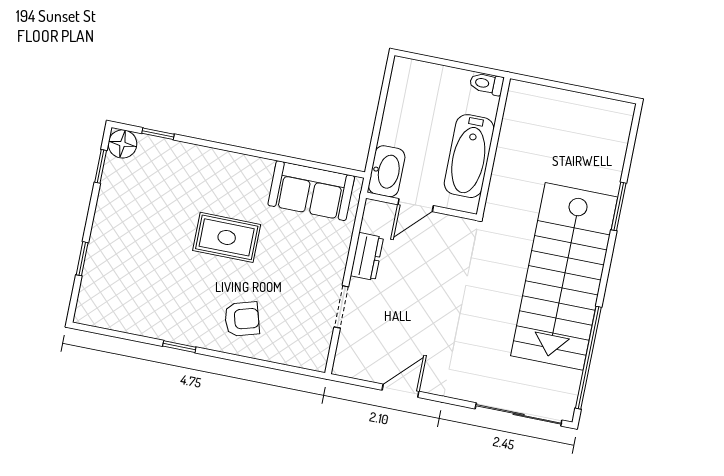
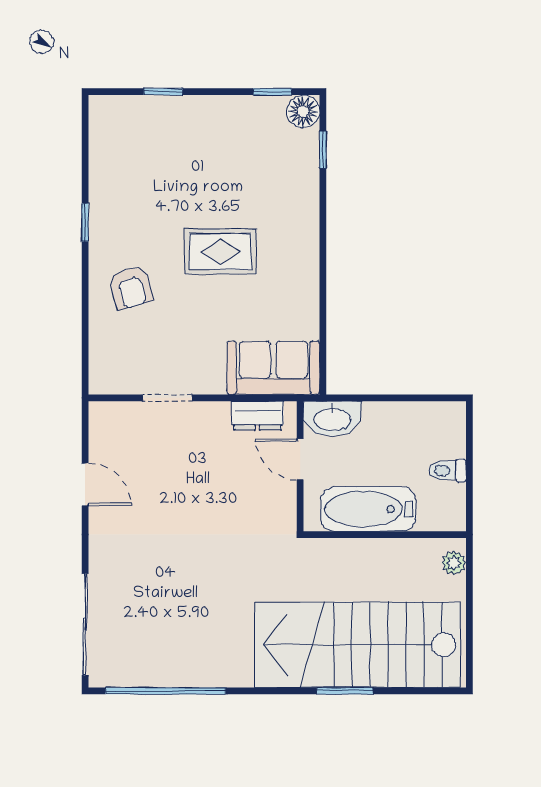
toilet: (487, 84) -> (447, 471), moved, turned -90
plant: (529, 93) -> (454, 563), added
sofa: (311, 191) -> (273, 368), moved, turned 90
rug: (227, 237) -> (220, 251), turned 90
dresser: (367, 257) -> (257, 416), moved
stairs: (564, 276) -> (357, 645), moved

